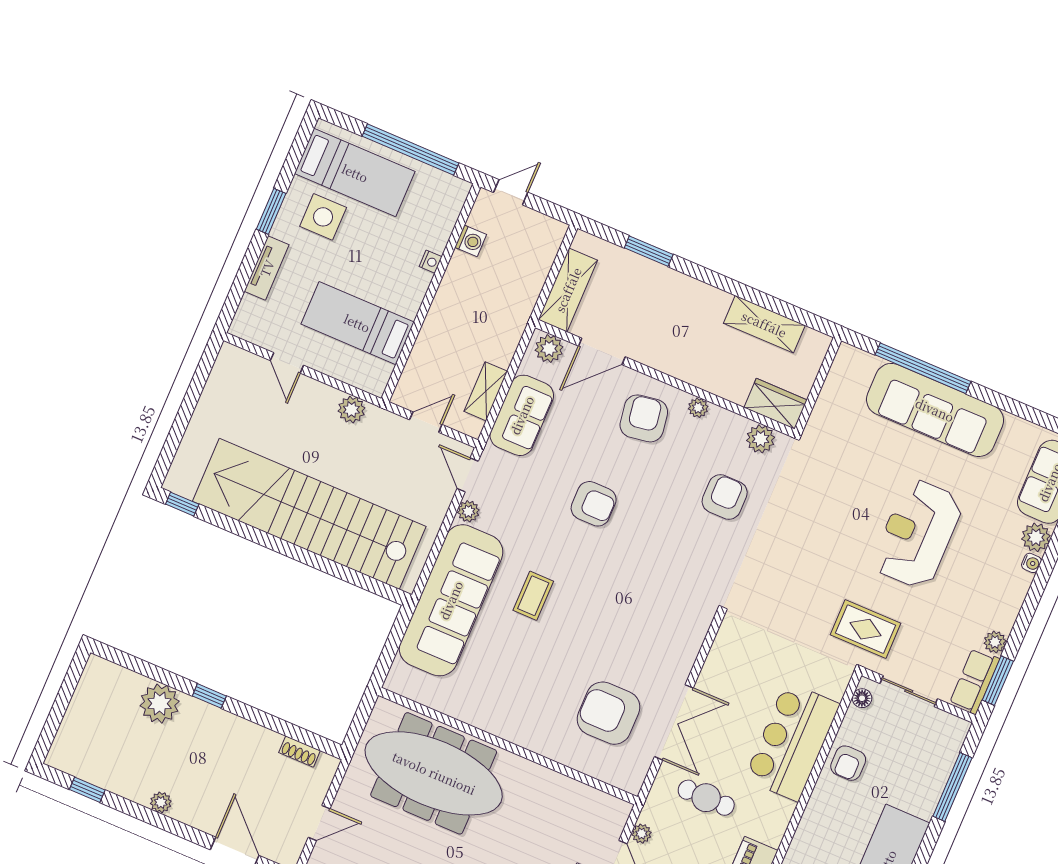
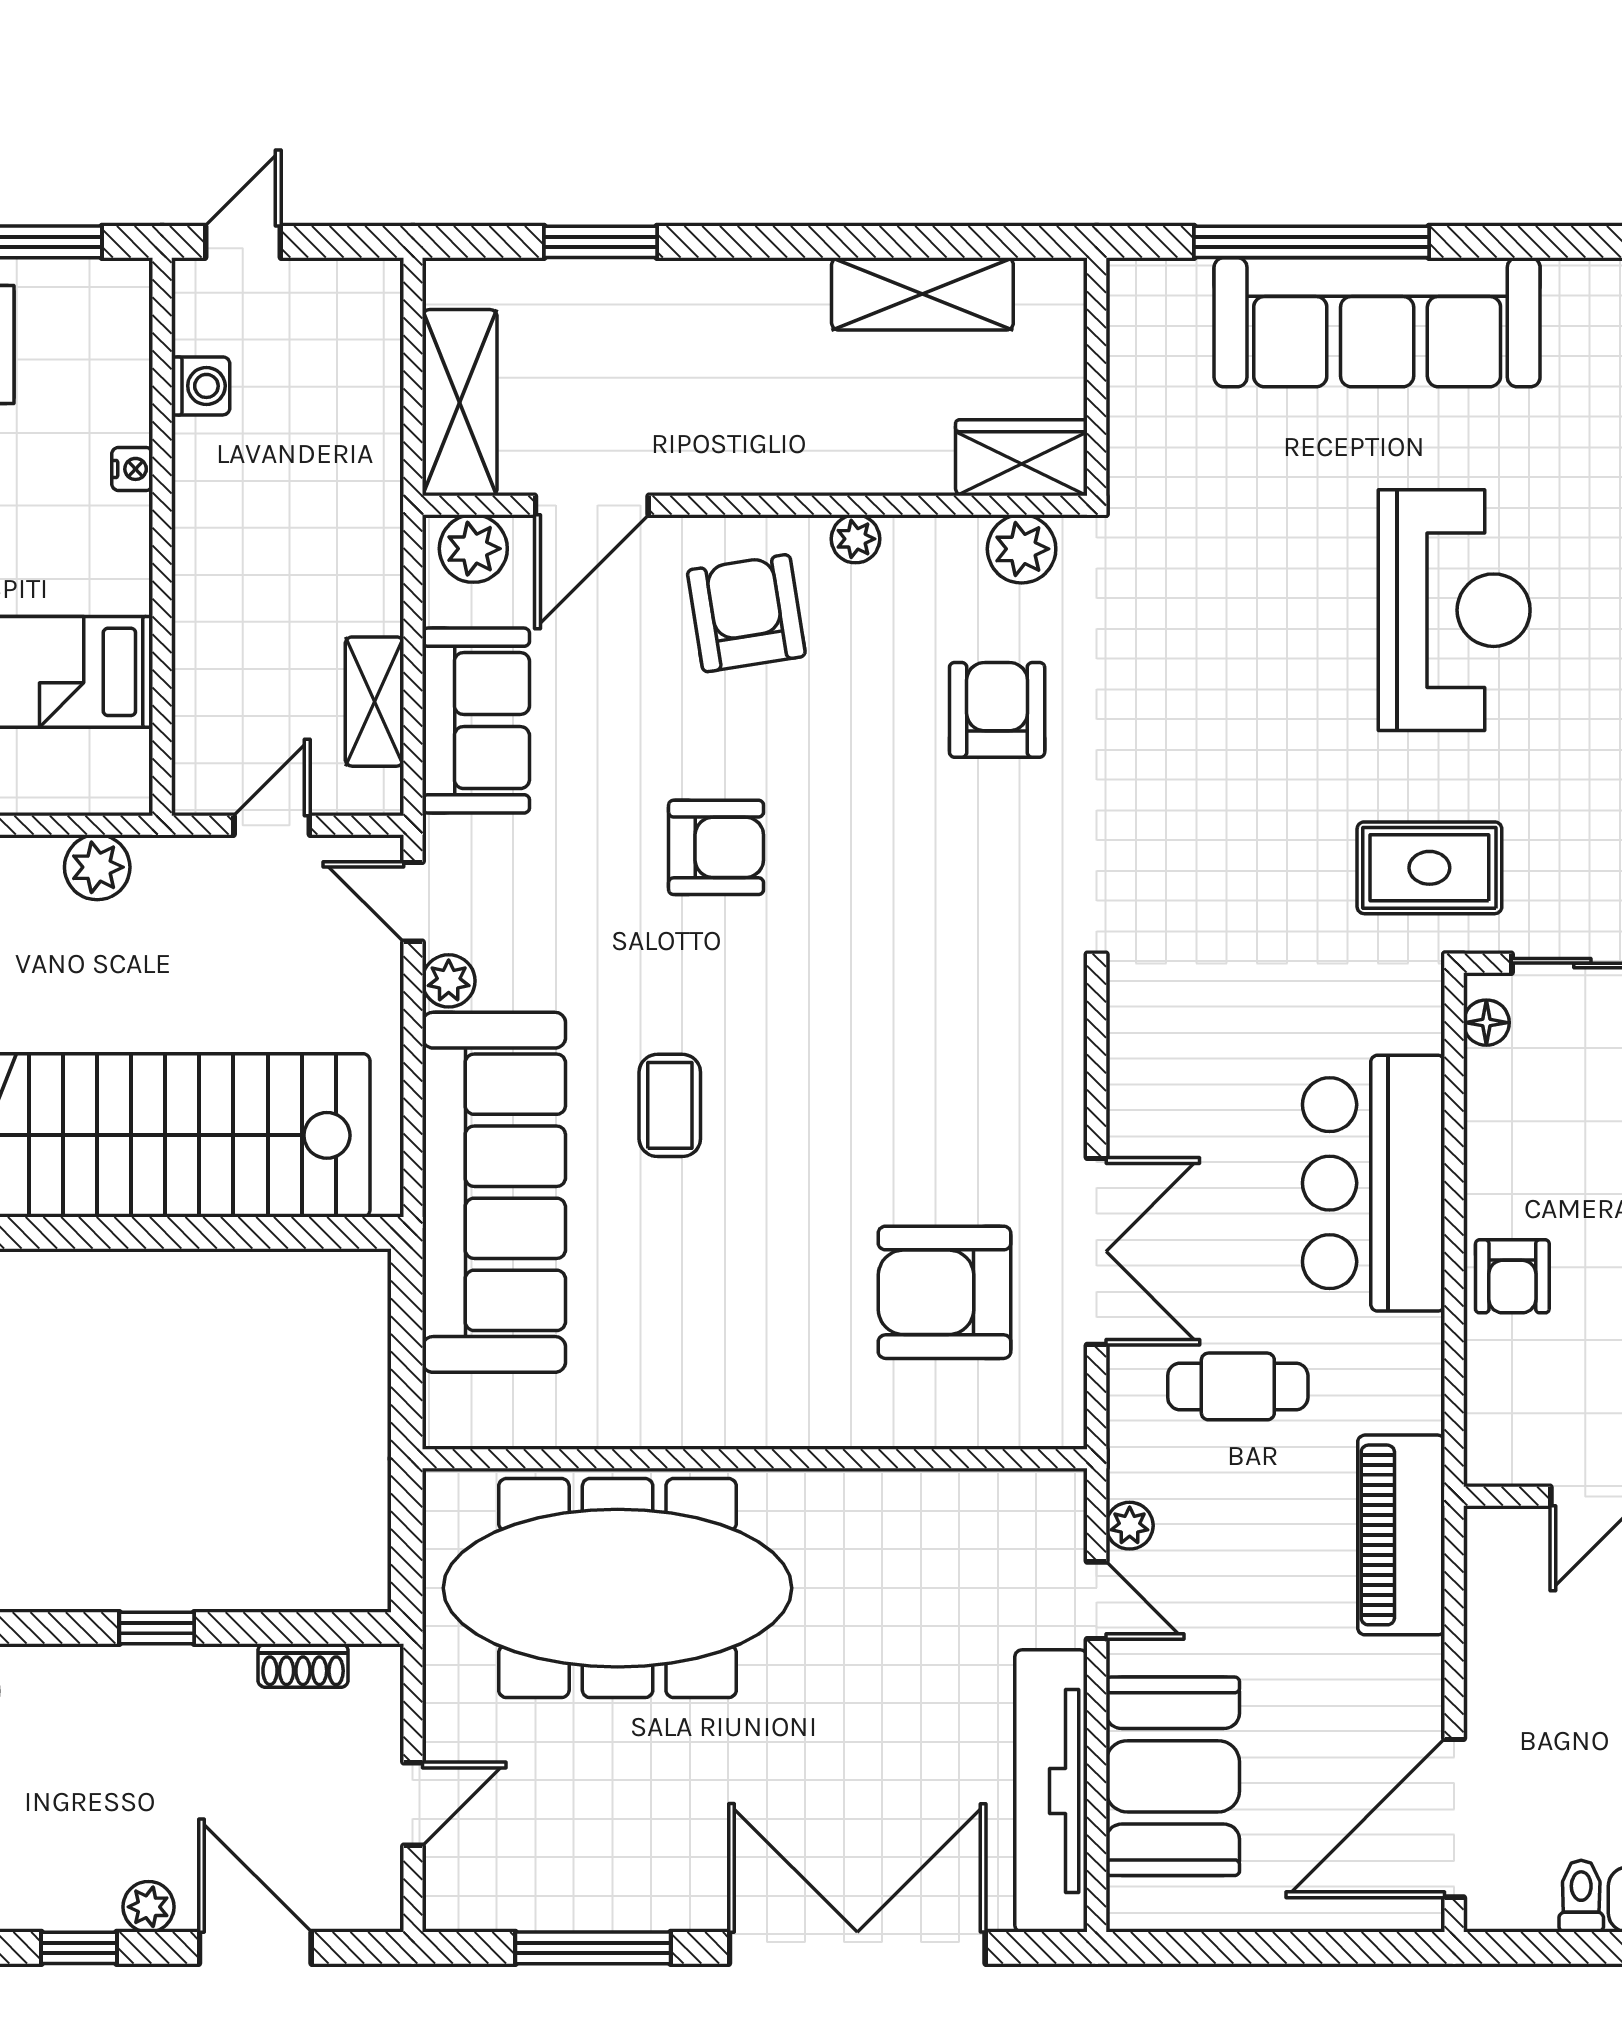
reception desk: (917, 534) -> (1454, 610), turned 180
window: (209, 696) -> (157, 1628), moved
armchair: (848, 763) -> (1512, 1276), moved
plant: (161, 802) -> (148, 1907), moved
window: (167, 824) -> (79, 1948), added

